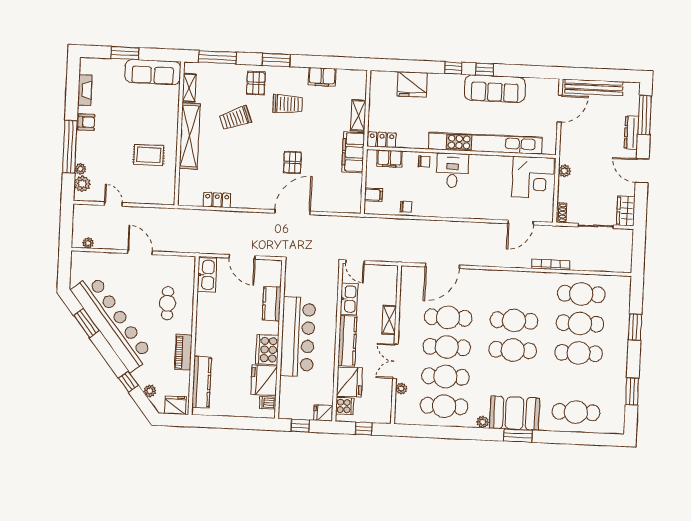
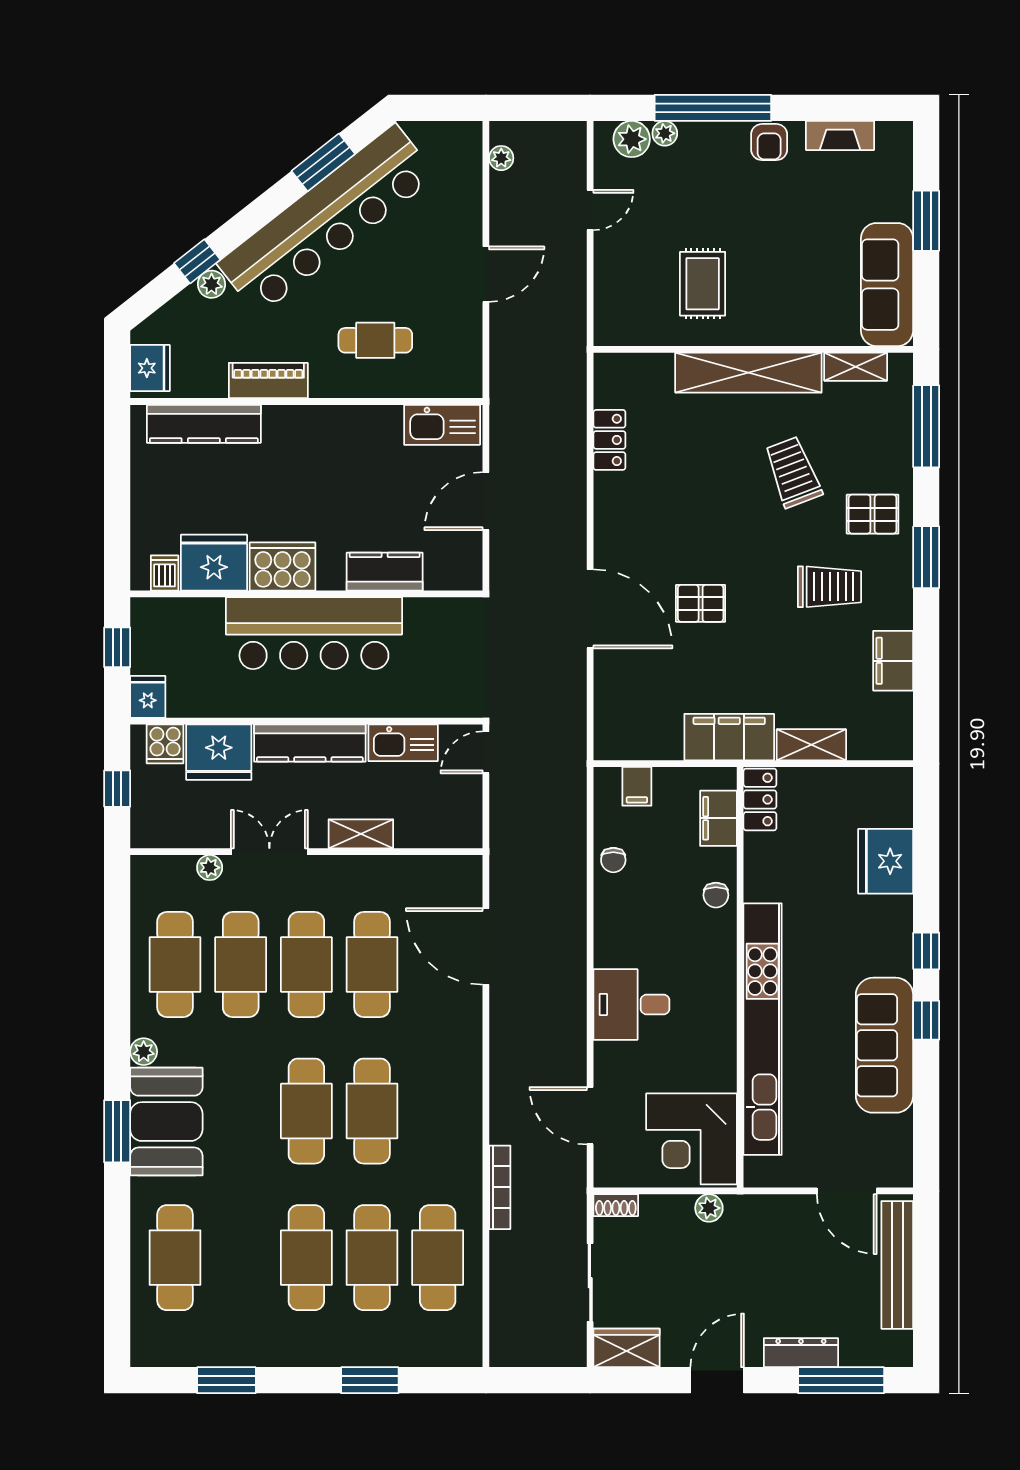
trolley: (288, 104) -> (829, 587), turned -90
desk: (452, 170) -> (631, 1005), moved, turned 180
plant: (150, 391) -> (212, 284), moved

